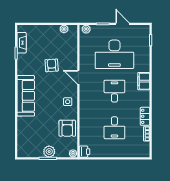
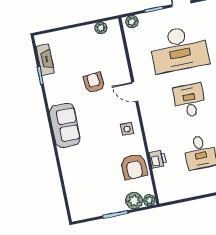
sofa: (26, 96) -> (65, 125), width x0.73
plant: (49, 152) -> (134, 201), moved
printer: (84, 152) -> (158, 159), moved

